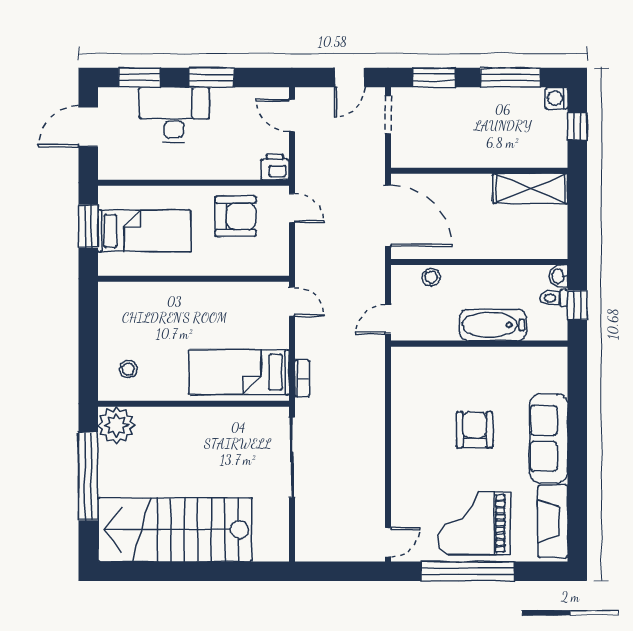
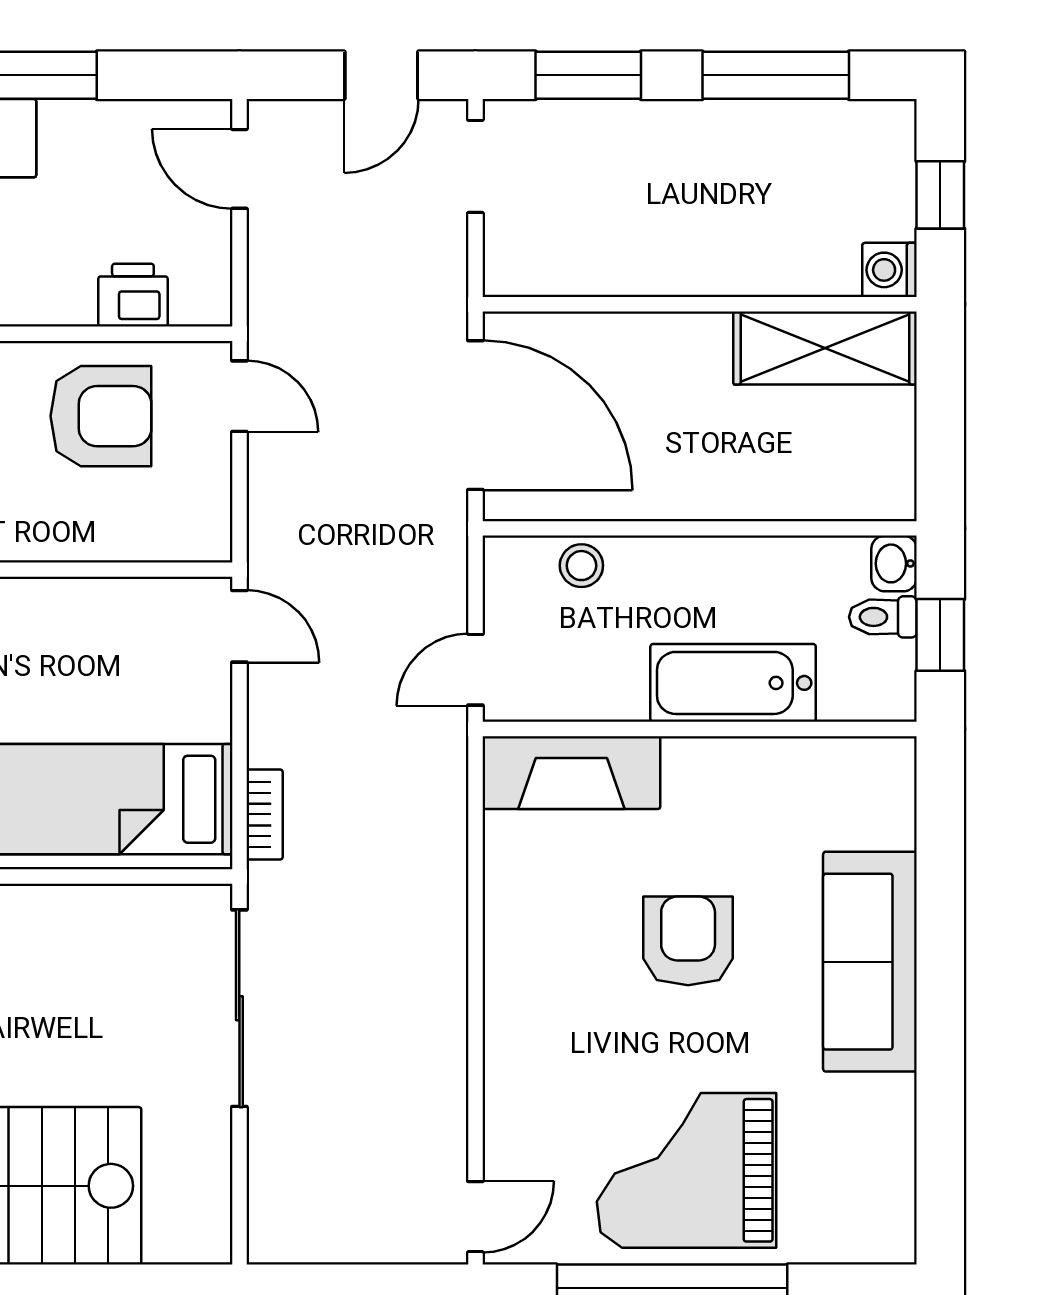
washing machine: (557, 98) -> (890, 270), moved
printer: (275, 167) -> (133, 295), moved
fireplace: (553, 521) -> (571, 773), moved, turned -90

